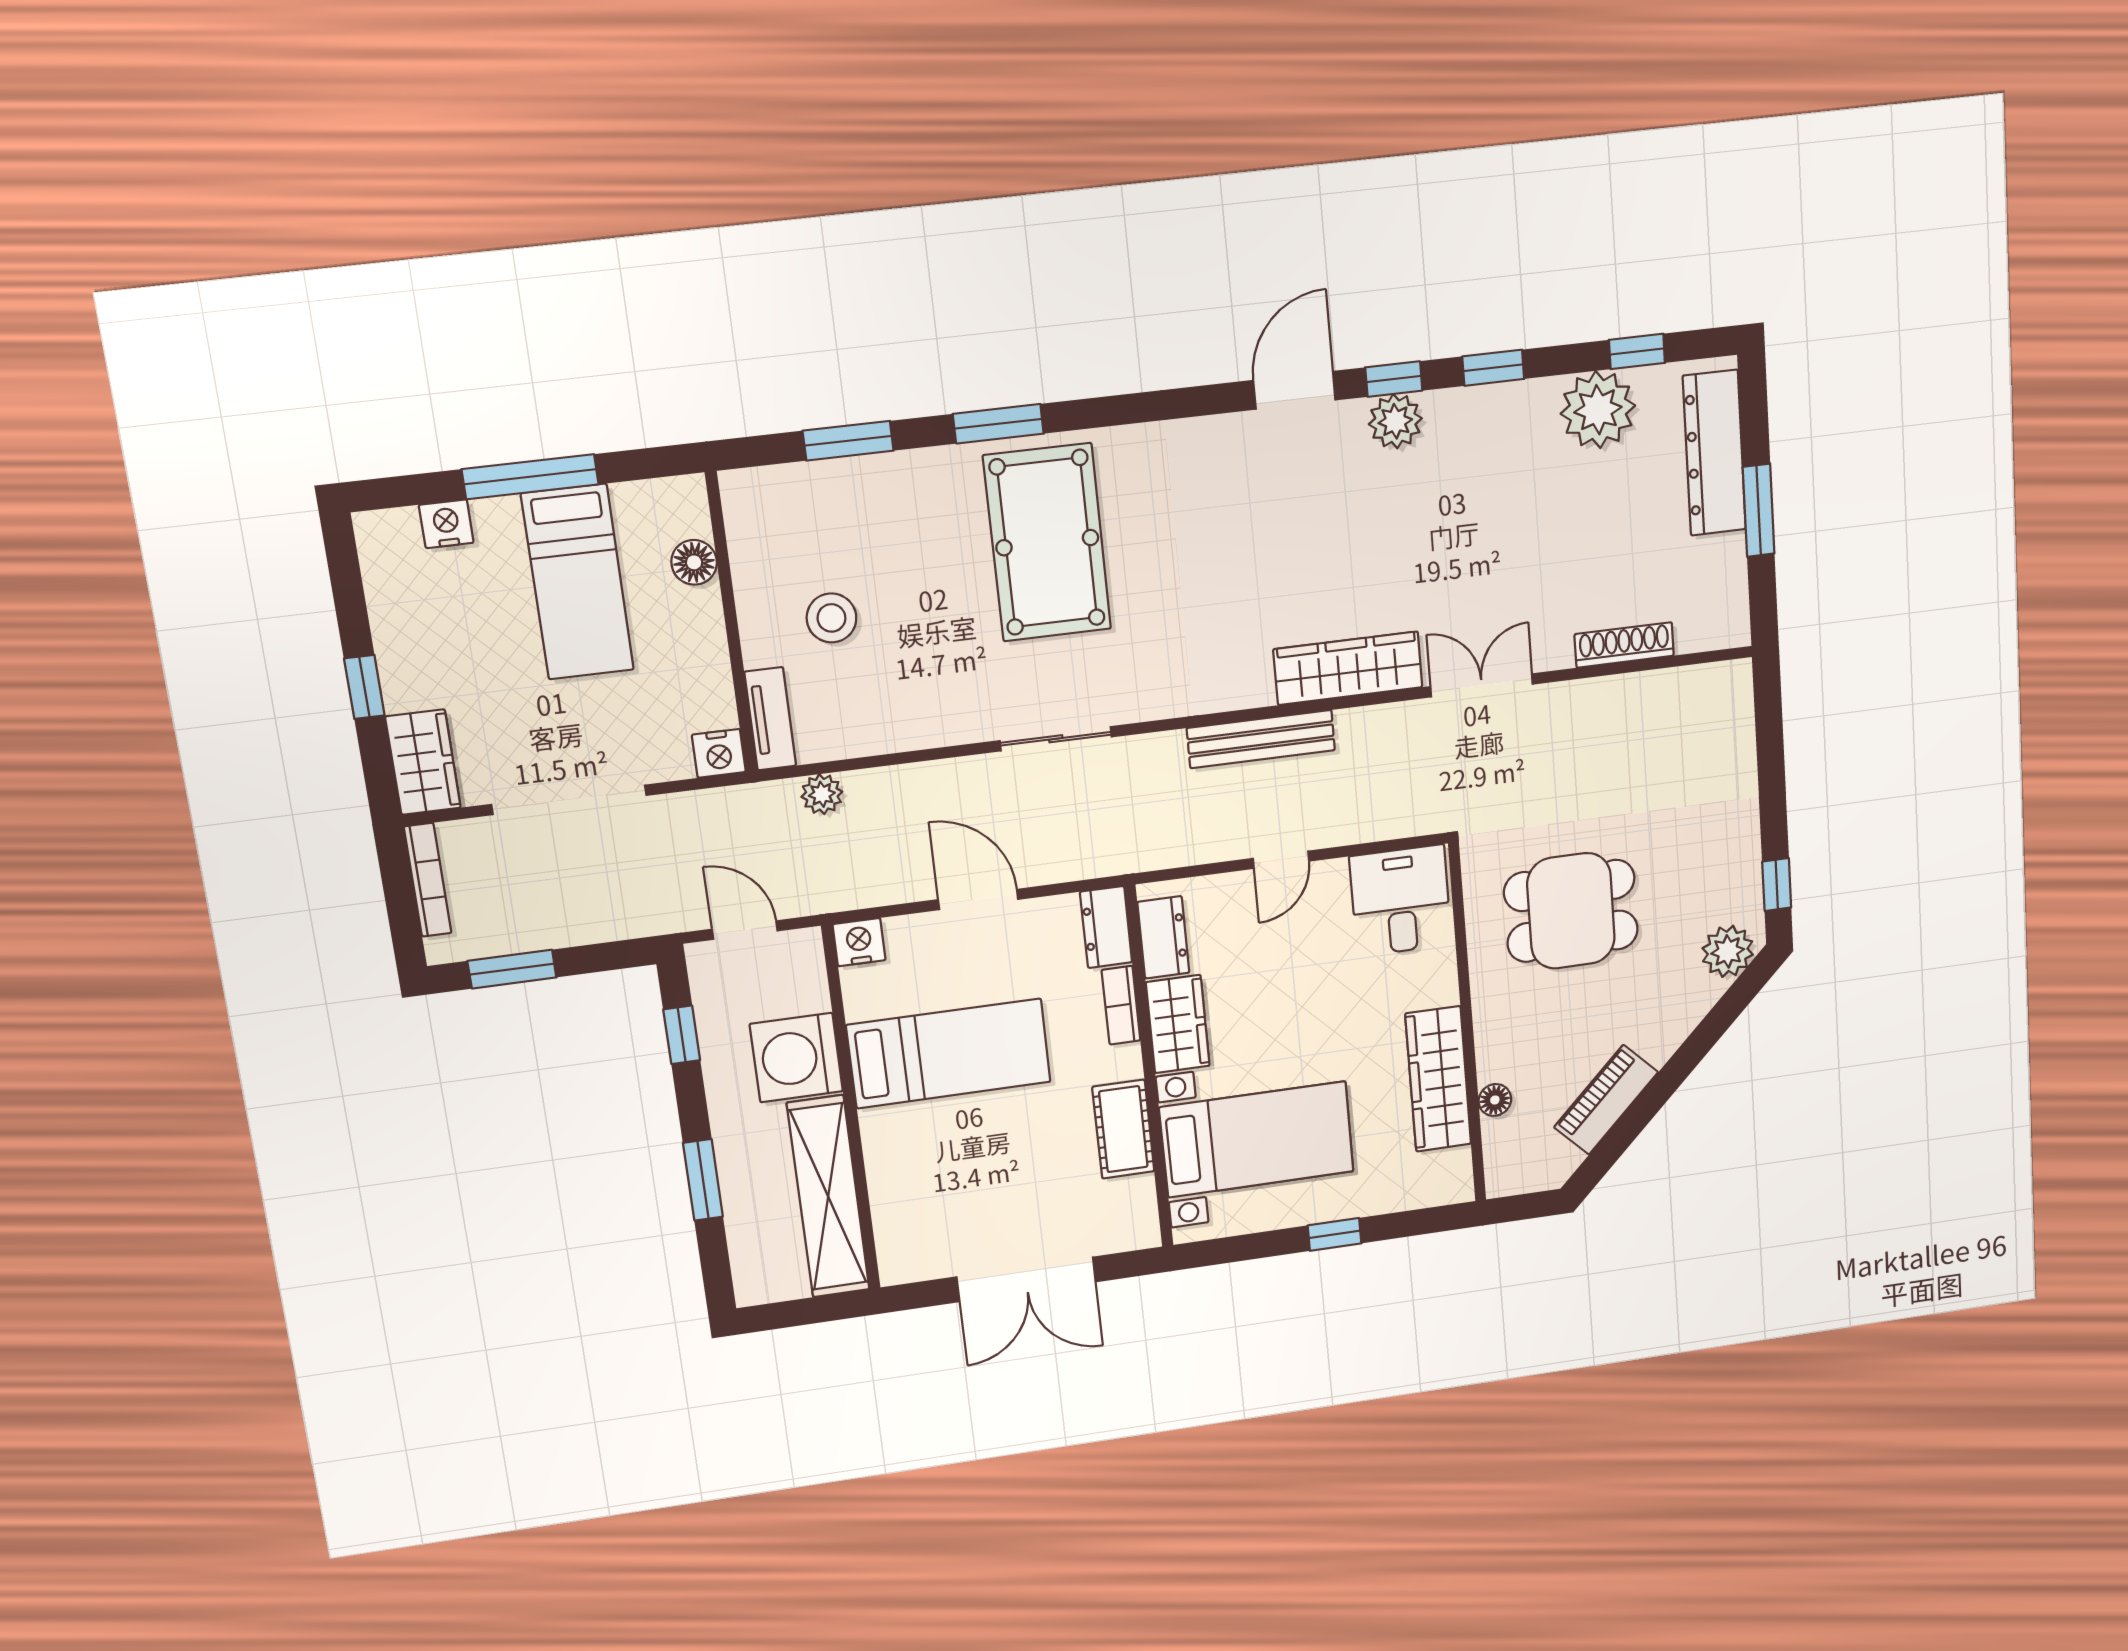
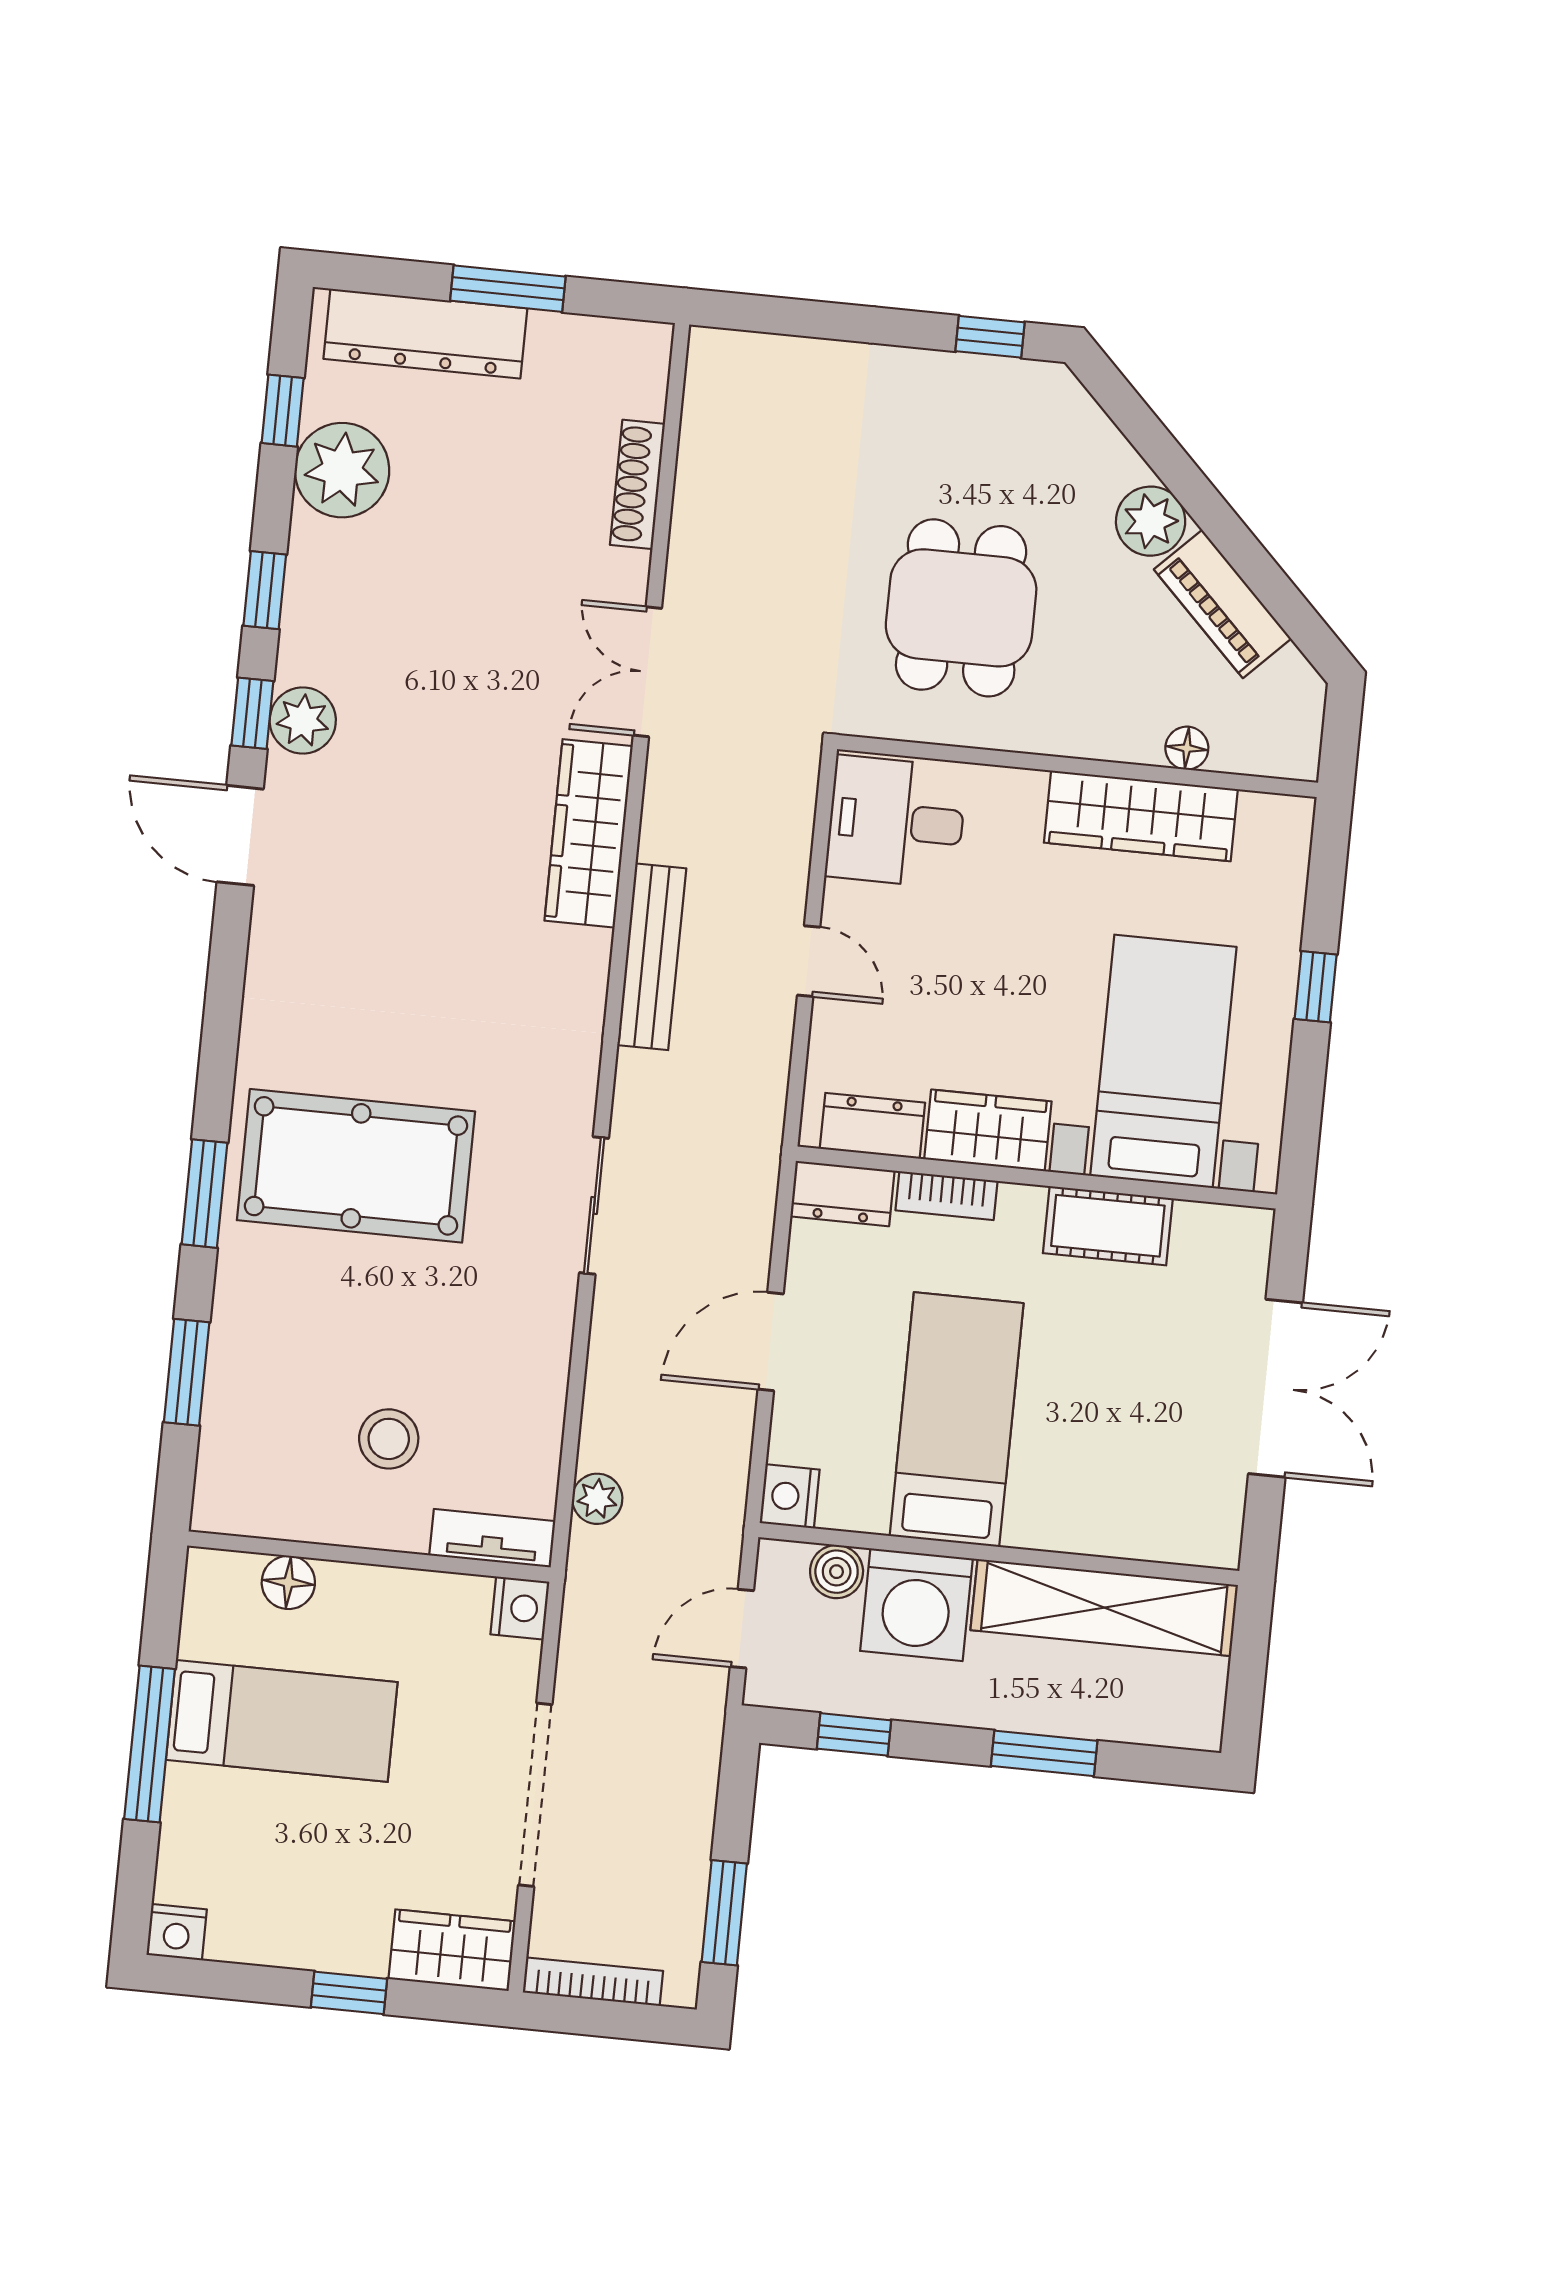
nightstand: (446, 524) -> (177, 1932), moved, turned -90
plant: (1728, 951) -> (1151, 521), moved
boiler: (808, 992) -> (837, 1572), added

